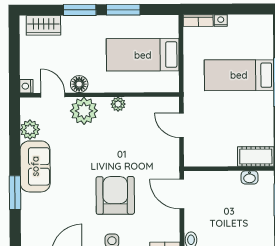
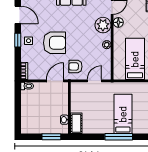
armchair: (157, 159) -> (75, 66), added

